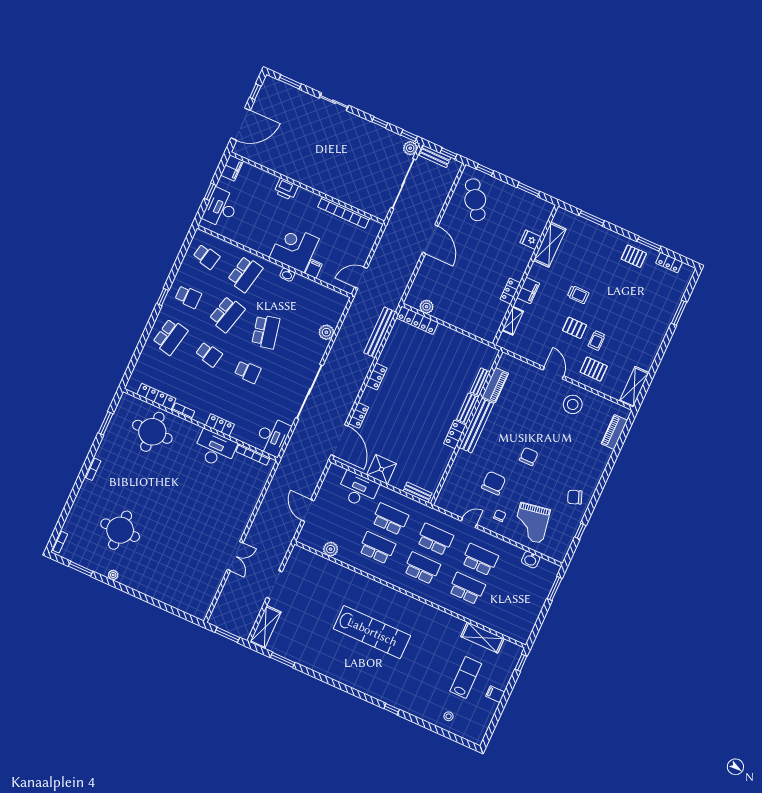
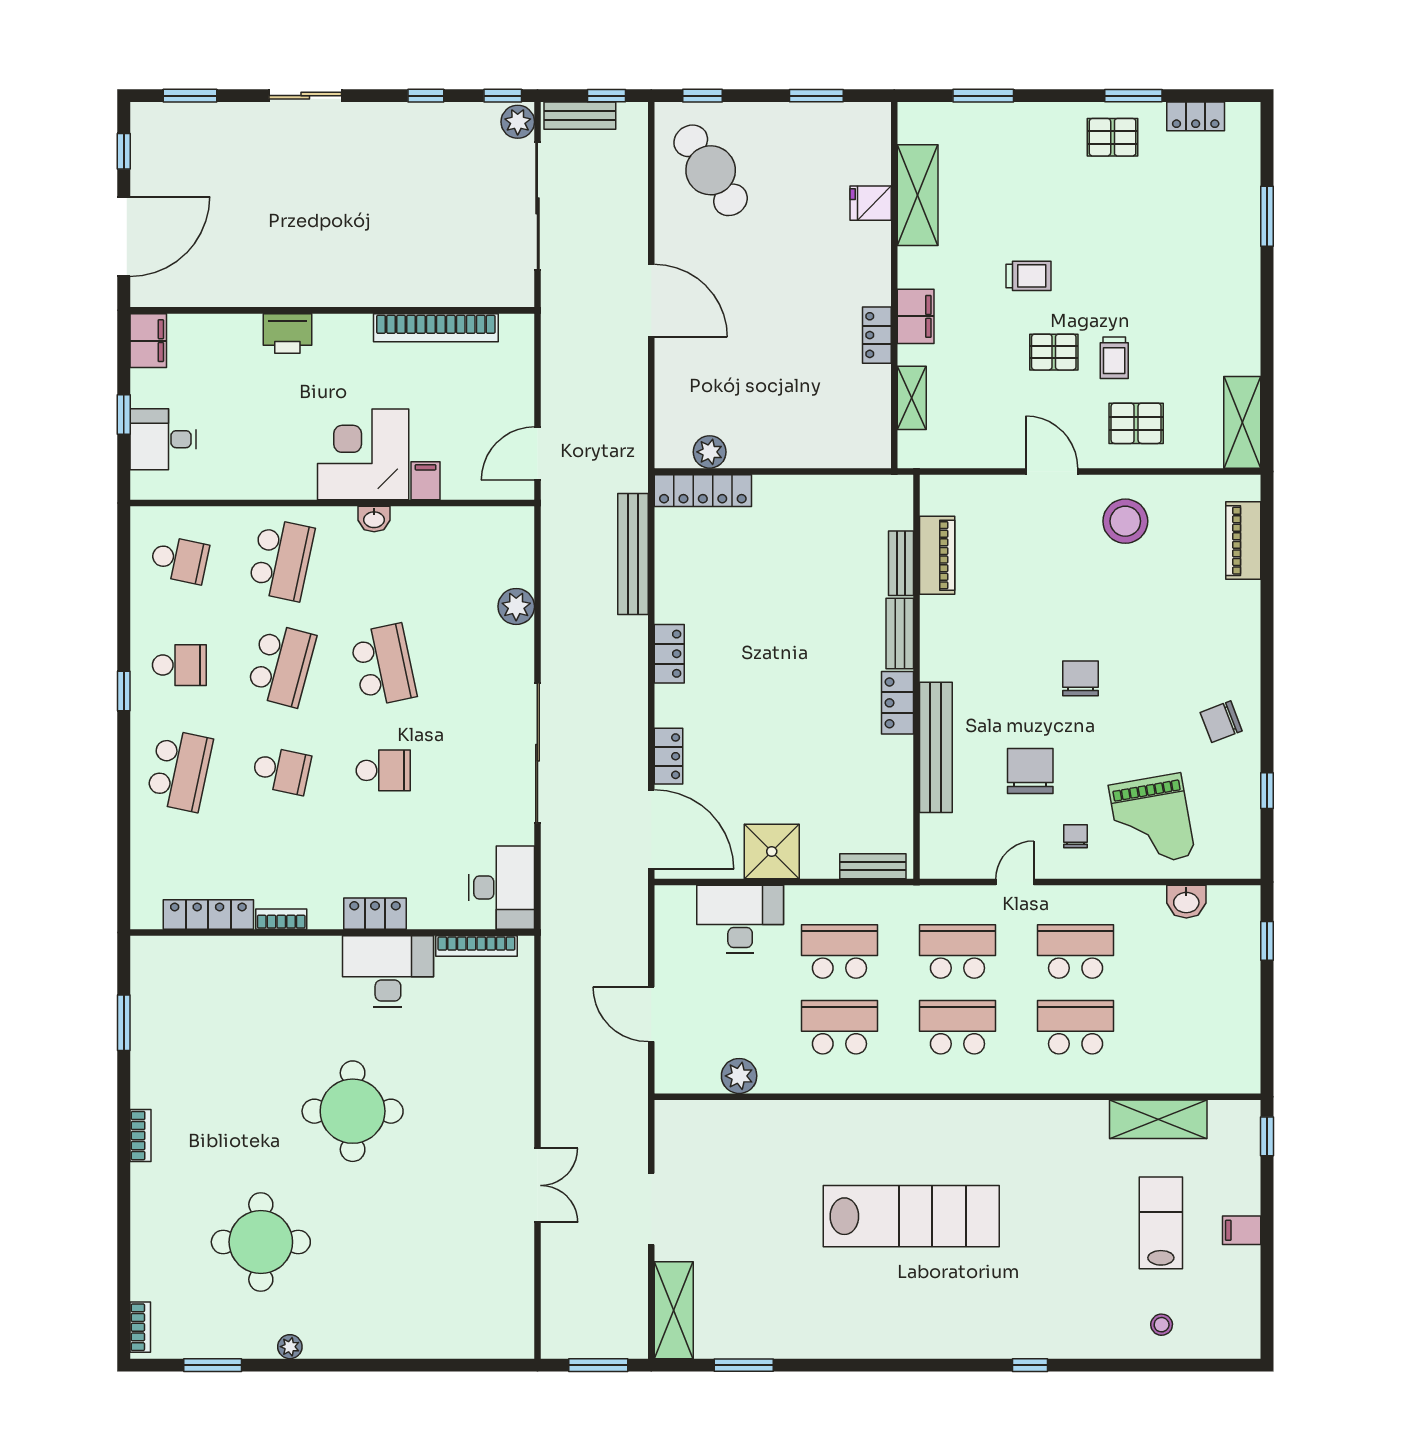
desk: (221, 208) -> (163, 439), width x0.73
bench: (476, 426) -> (936, 747), moved
round table: (152, 432) -> (353, 1111), moved
window: (555, 588) -> (1267, 941), width x0.67

